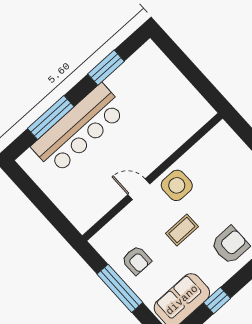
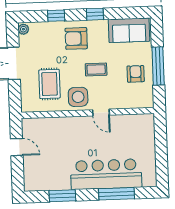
door: (197, 78) -> (17, 147), added
rug: (218, 174) -> (49, 84), added
window: (217, 301) -> (95, 14), moved

